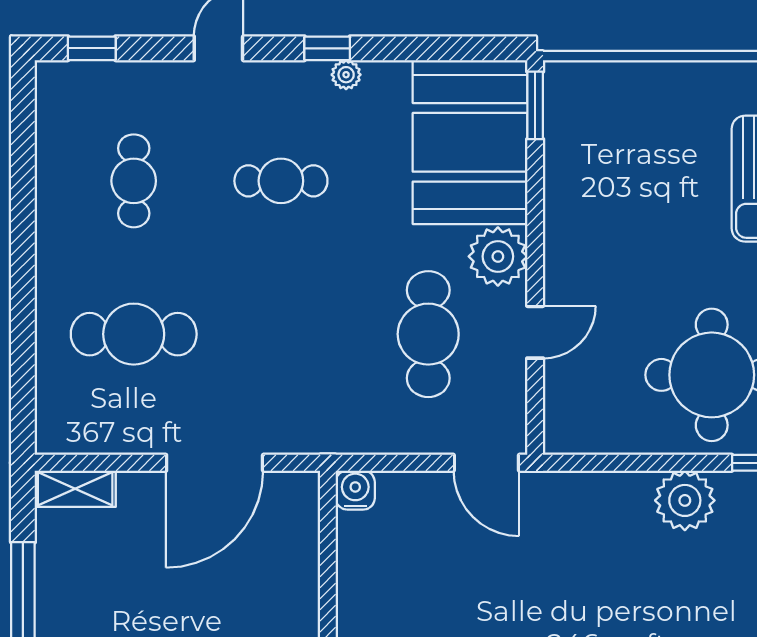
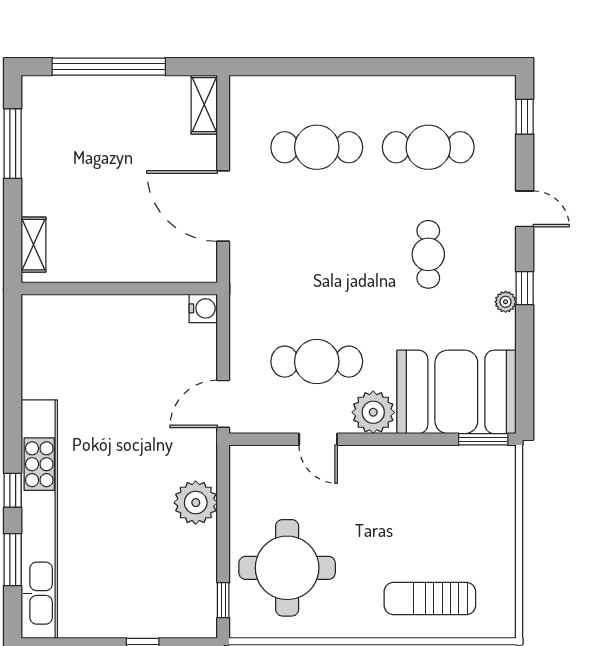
cafe table: (134, 181) -> (428, 147), width x1.37, depth x1.35
cafe table: (134, 334) -> (317, 147), turned 90
plant: (685, 500) -> (196, 503), moved

